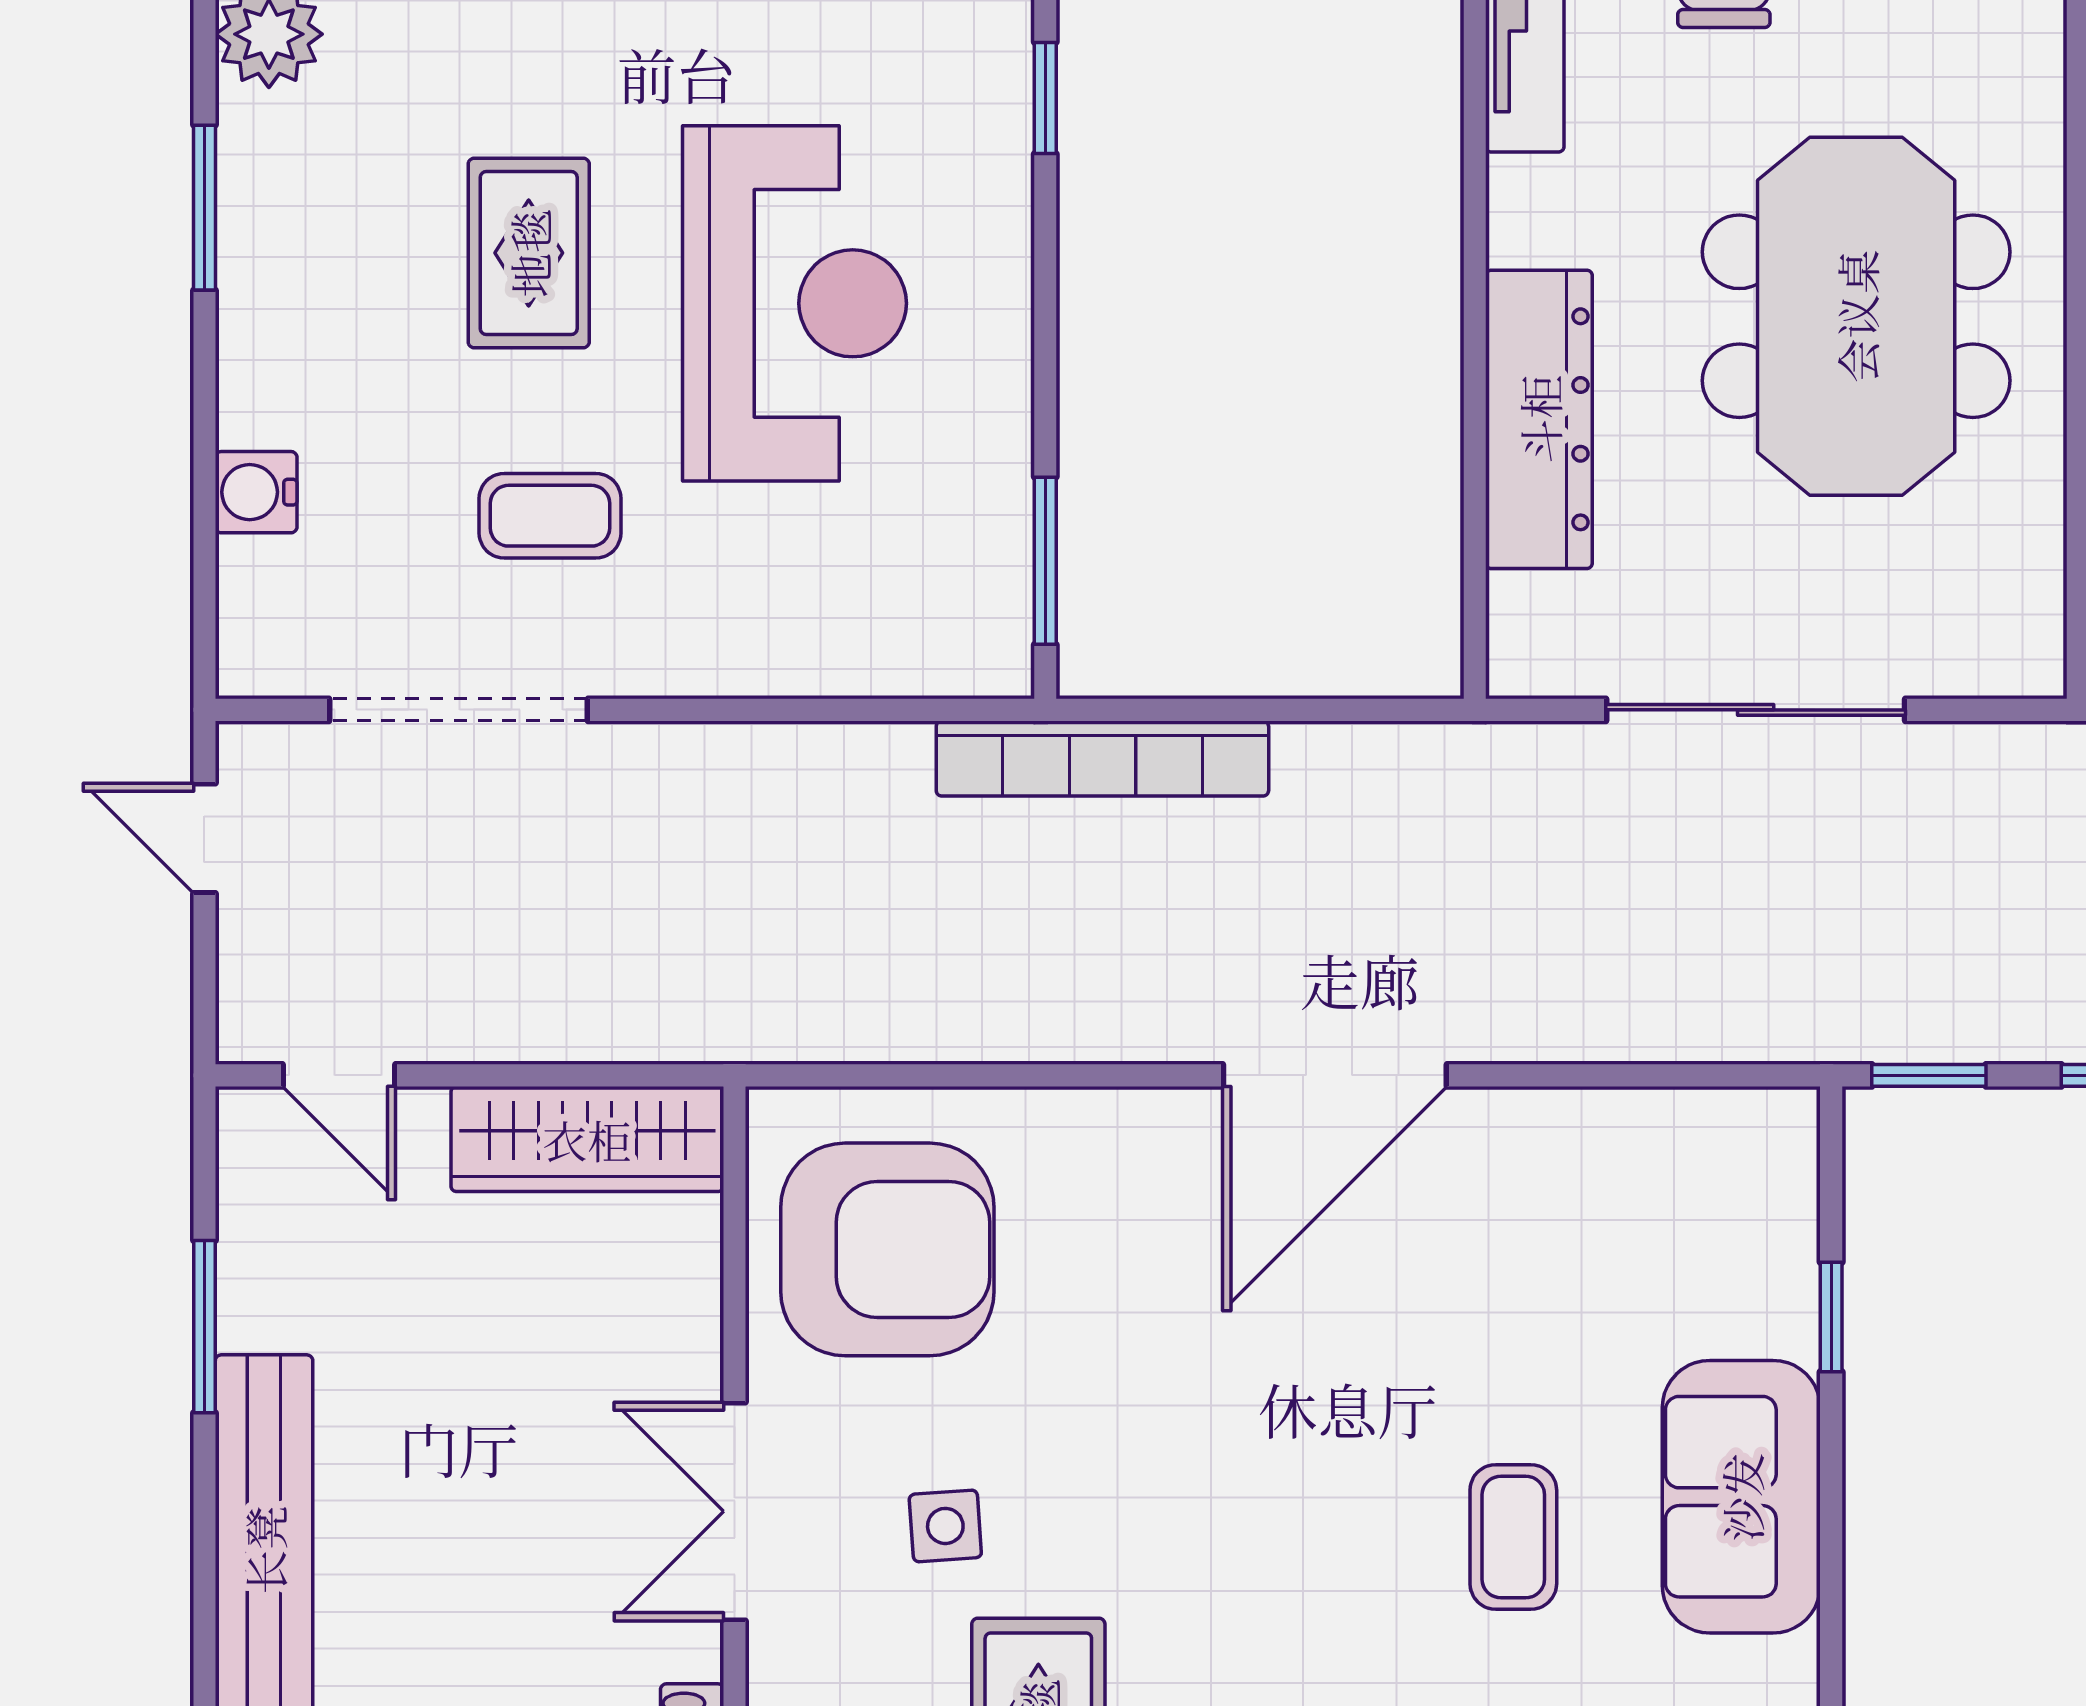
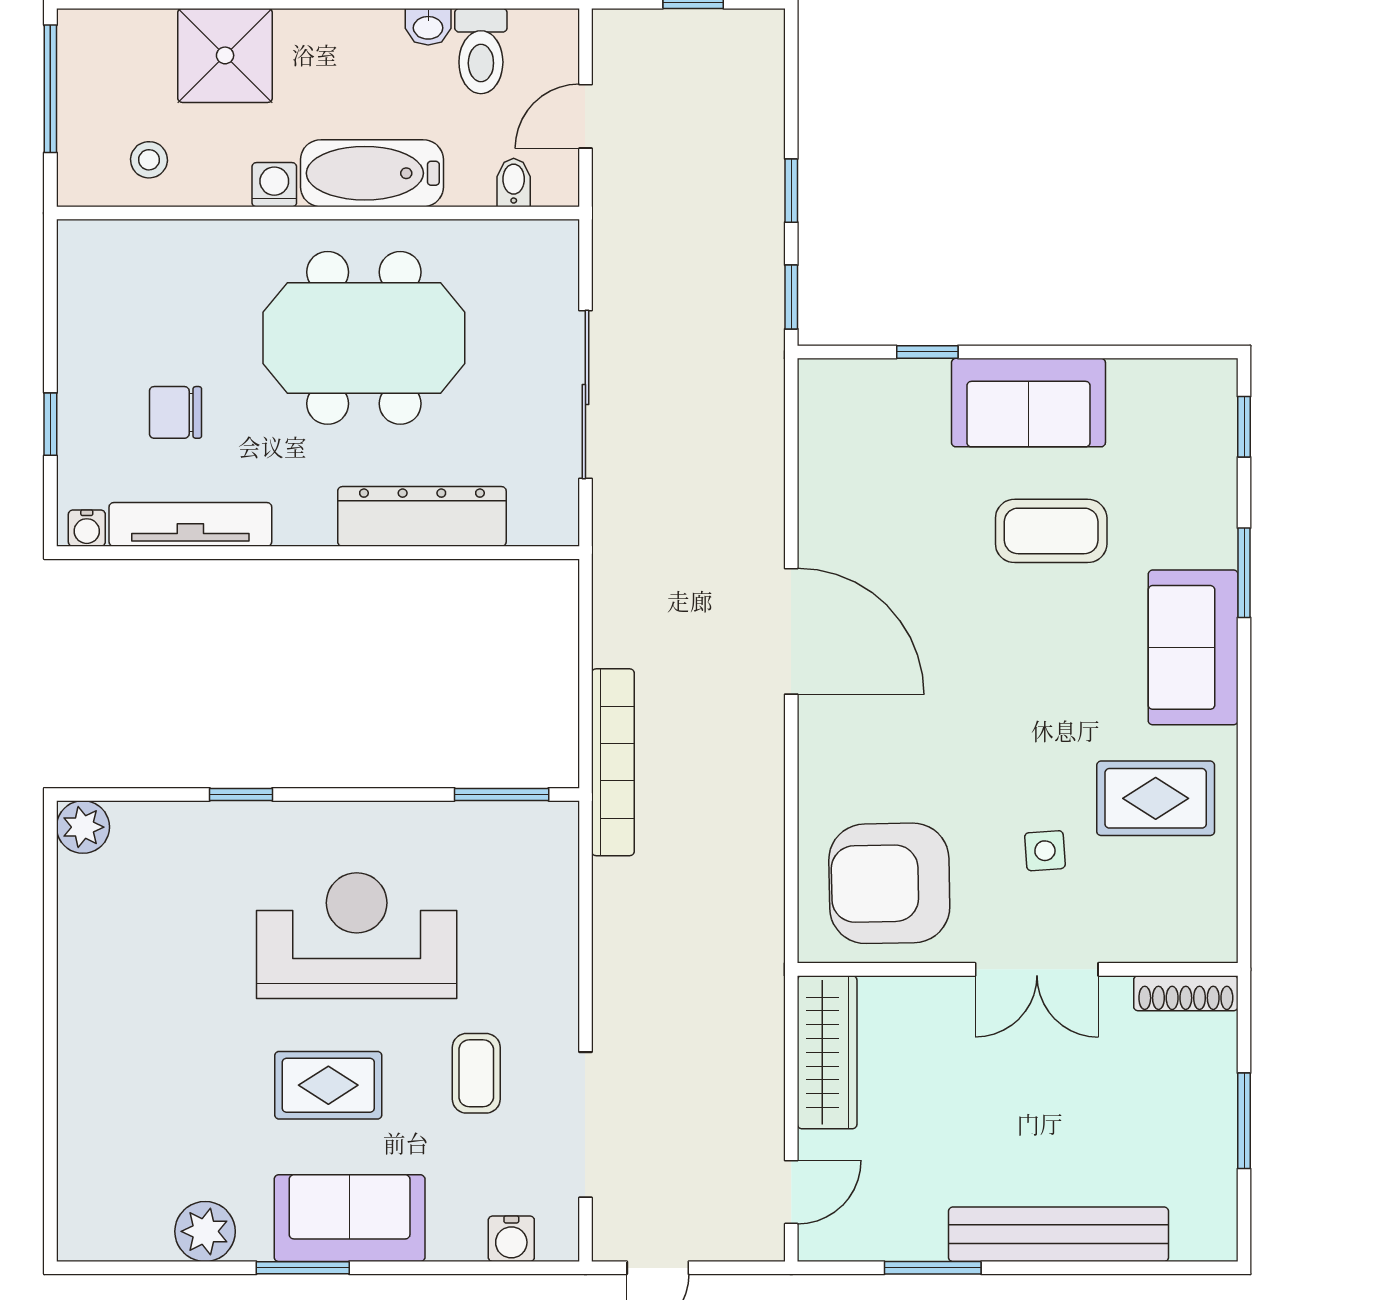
sofa: (293, 291) -> (350, 1218), added
water cooler: (256, 492) -> (511, 1239), moved
armchair: (887, 1249) -> (889, 883), turned -91
coffee table: (1513, 1537) -> (1051, 531), width x1.36, depth x1.30

